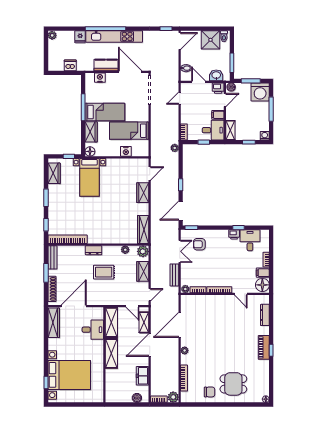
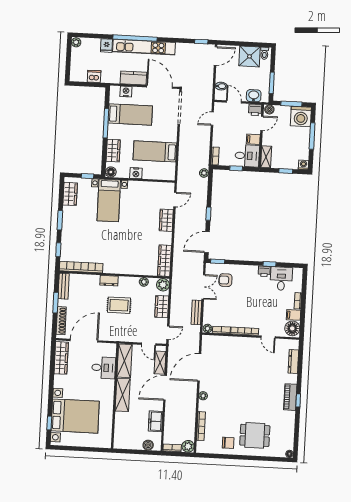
bed: (105, 112) -> (130, 114), moved
nightstand: (126, 151) -> (136, 173), moved

